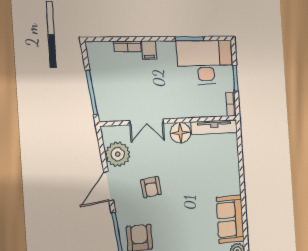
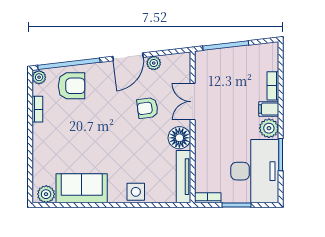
plant: (167, 50) -> (269, 128), added
plant: (118, 154) -> (154, 63), width x0.53, depth x0.53
side table: (230, 170) -> (136, 192), added
door: (109, 186) -> (128, 57), swing flipped
armchair: (151, 187) -> (147, 108), moved

